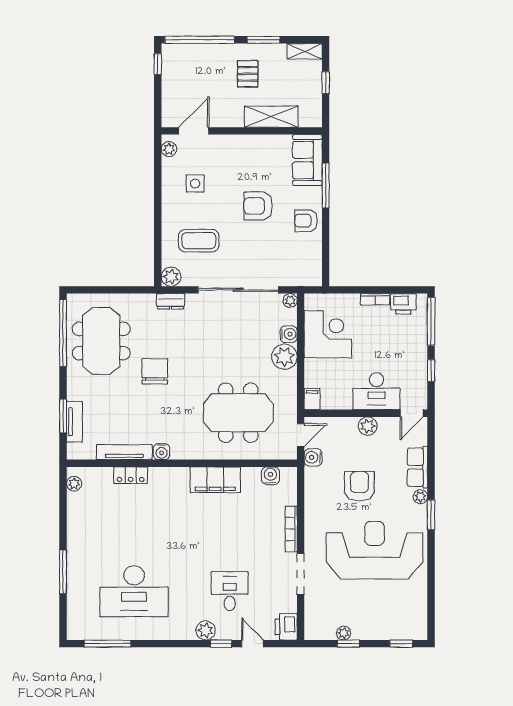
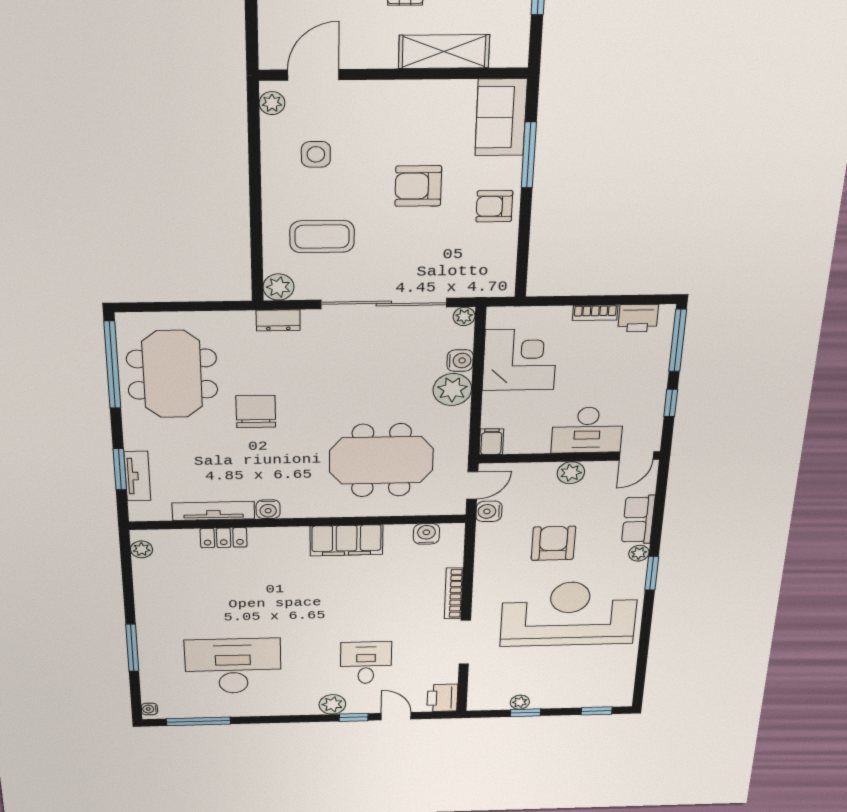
desk: (134, 591) -> (233, 666), turned 180
water cooler: (72, 630) -> (149, 709), added

